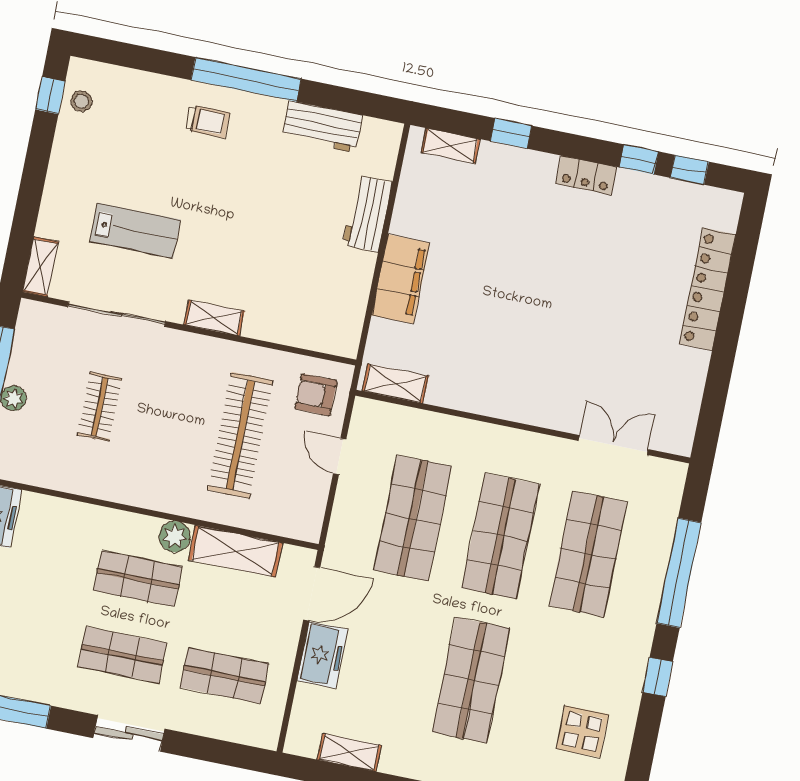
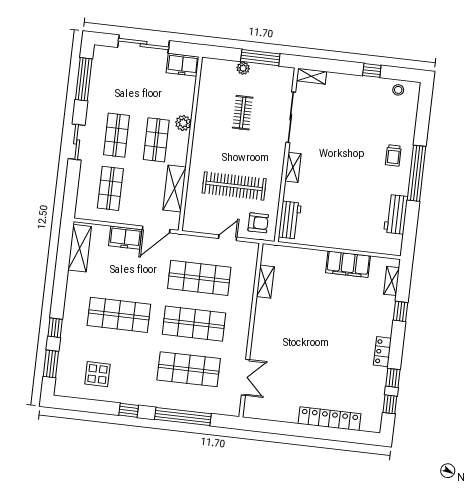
window: (50, 95) -> (372, 70), moved
workbench: (367, 214) -> (290, 220), moved, turned 90
lab bench: (135, 231) -> (334, 123), removed
filing cabinet: (401, 279) -> (348, 264), moved
shelving: (395, 383) -> (265, 282), moved
armchair: (316, 395) -> (258, 223), turned 90
clothes rail: (100, 407) -> (243, 113), turned 90
plant: (175, 537) -> (183, 123), moved
door: (312, 594) -> (156, 229), hinge flipped
shelving: (349, 752) -> (80, 248), width x1.50, depth x1.33

